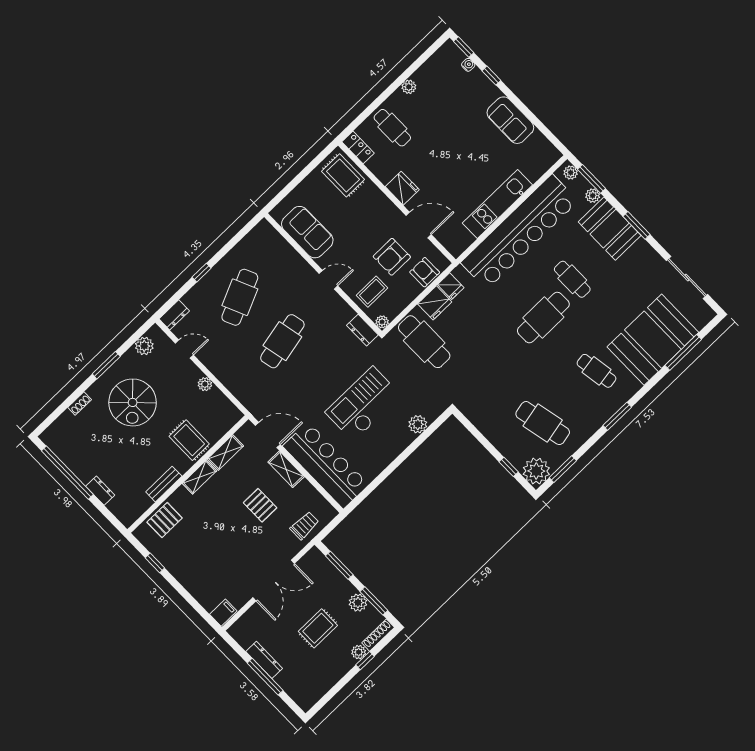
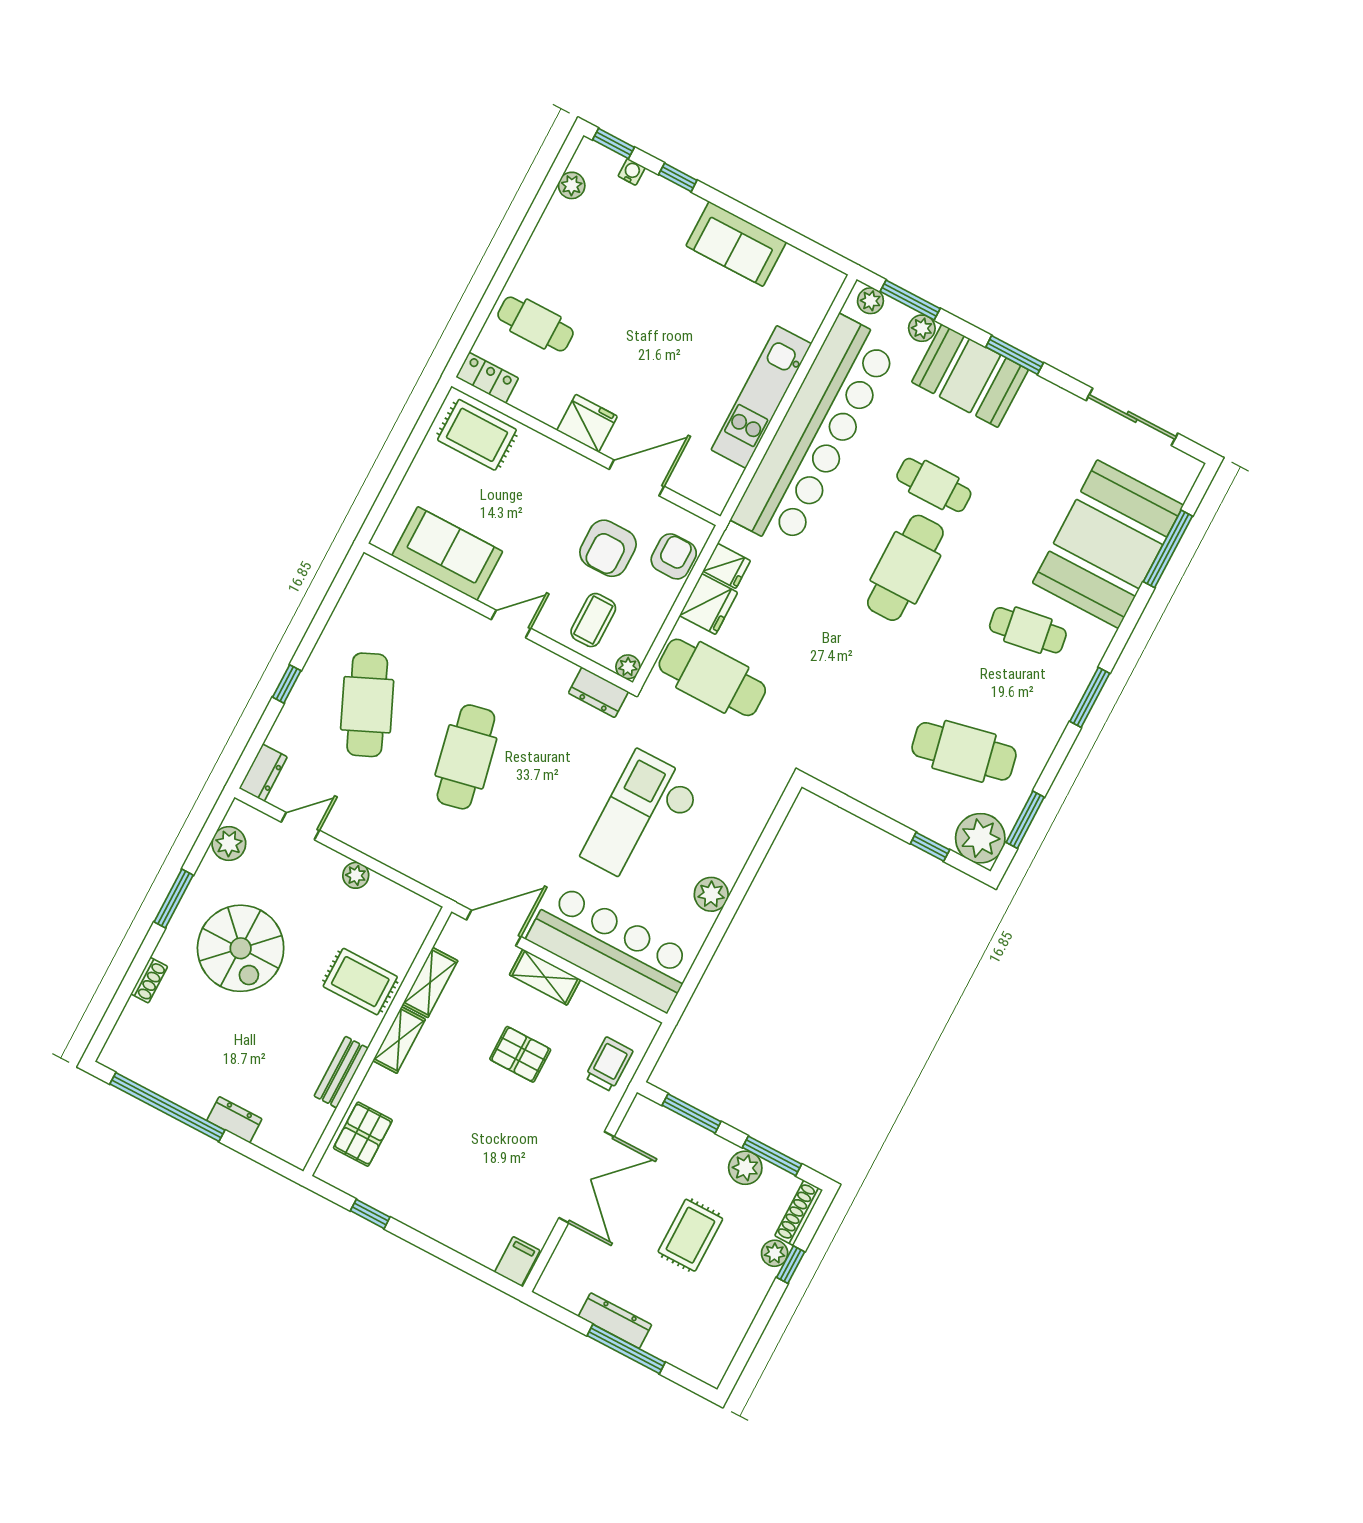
plant: (409, 87) -> (572, 185), moved
armchair: (425, 272) -> (674, 556), turned 90
plant: (418, 424) -> (711, 894), moved

